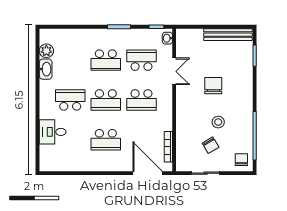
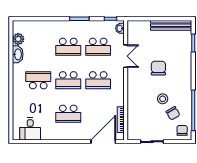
school desk: (141, 60) -> (98, 47), turned 180
desk: (53, 132) -> (30, 129), moved, turned -90
chair: (211, 145) -> (173, 113), moved
door: (148, 173) -> (103, 142), hinge flipped

